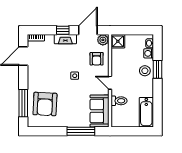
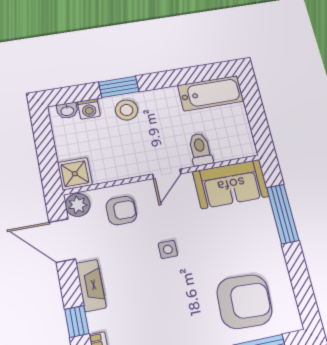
window: (63, 30) -> (77, 321), moved

